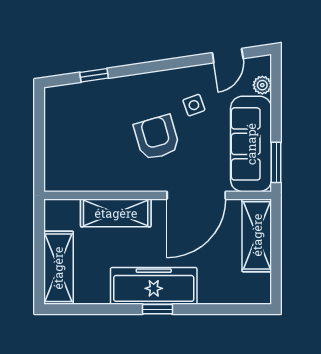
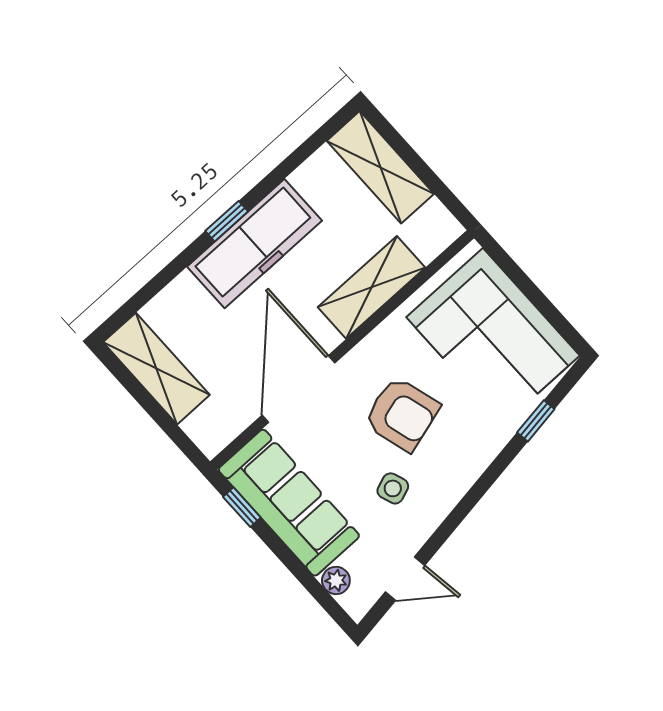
door: (228, 56) -> (405, 579), swing flipped
corner sofa: (78, 135) -> (493, 336), added
window: (276, 162) -> (242, 507), width x0.67
shelving: (257, 235) -> (156, 369), moved

